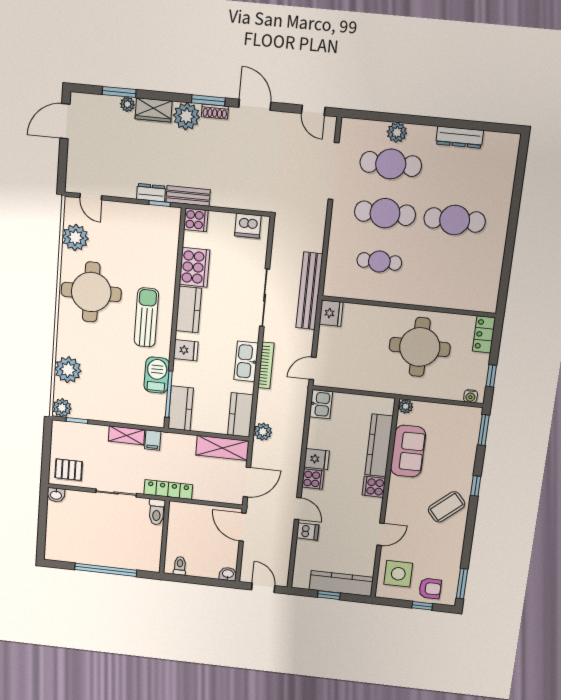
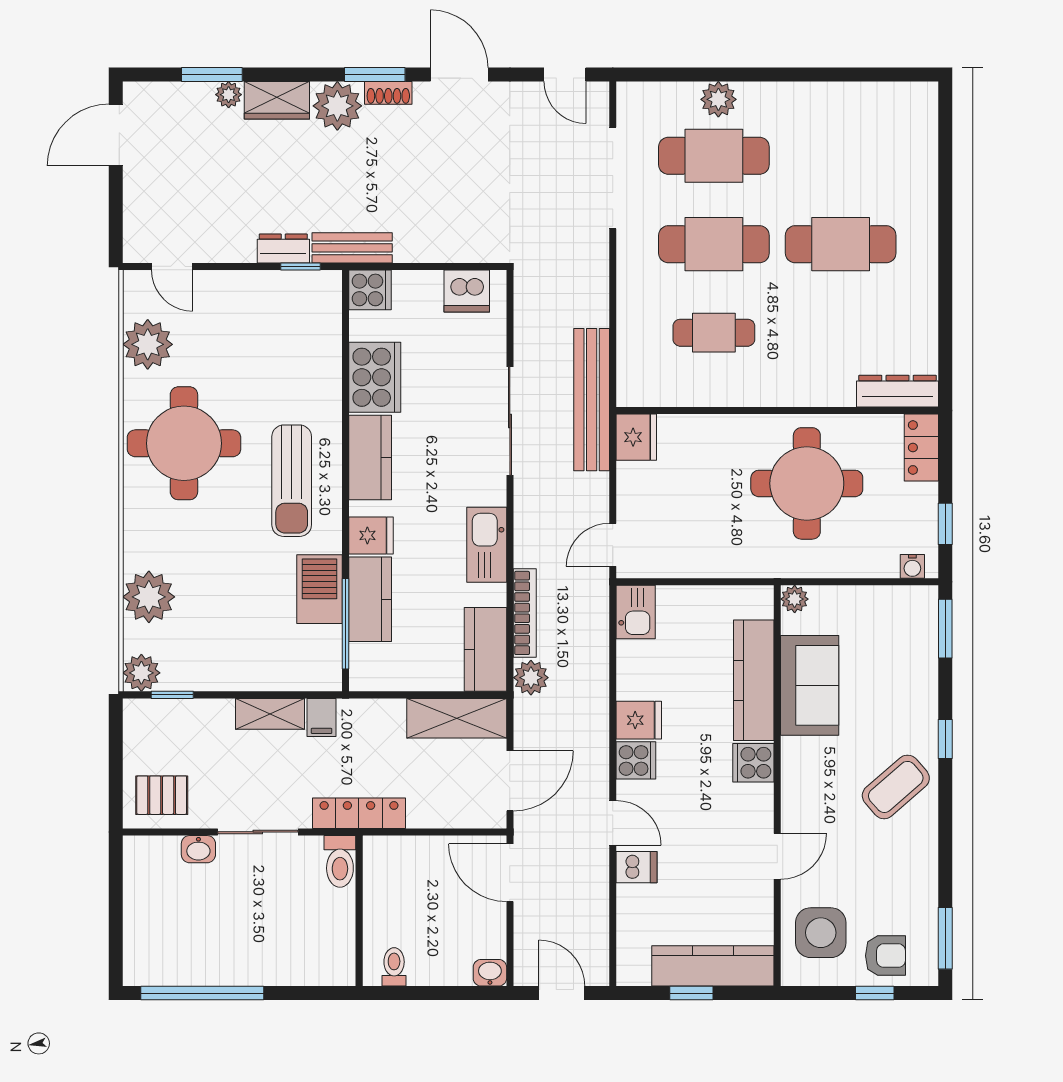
dresser: (460, 137) -> (898, 391), moved, turned 180
sun lounger: (146, 317) -> (292, 481), turned 180
bookcase: (266, 365) -> (525, 613), moved
kitchen counter: (181, 408) -> (370, 599), moved
washbasin: (56, 495) -> (198, 849), moved
window: (106, 570) -> (202, 993), moved

